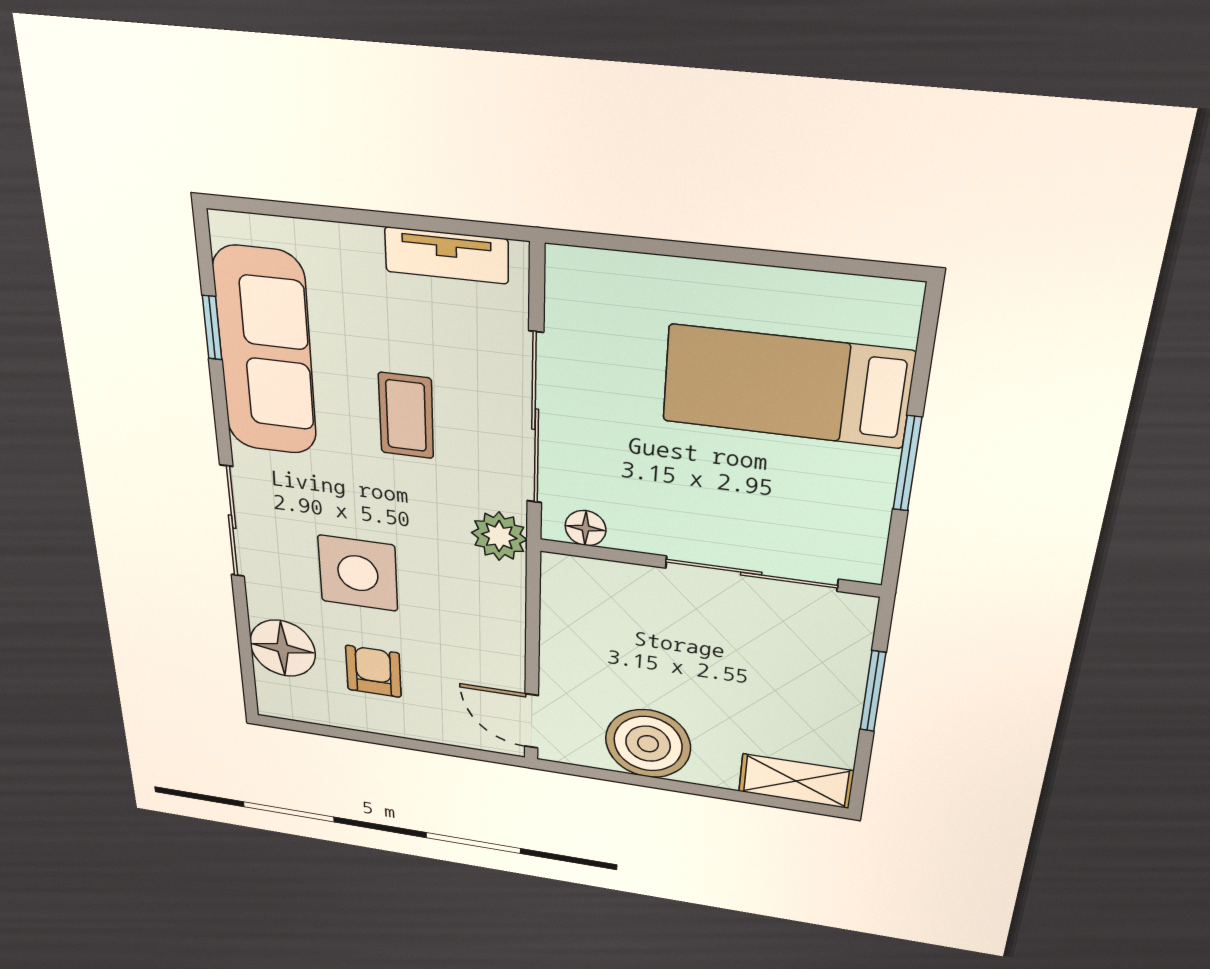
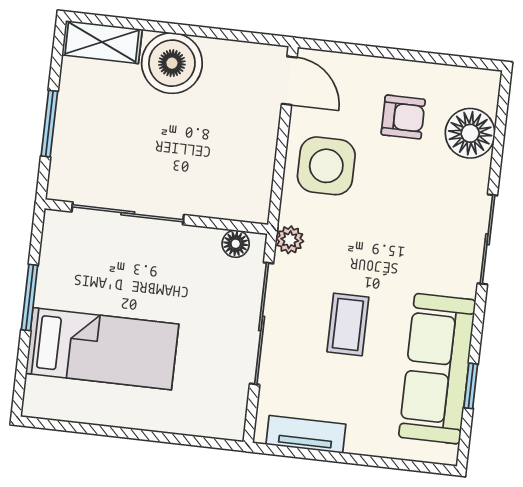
plant: (499, 536) -> (290, 240), width x0.73, depth x0.73
side table: (358, 573) -> (326, 166), moved
armchair: (373, 671) -> (403, 117), turned -90
boiler: (648, 744) -> (172, 63), moved

